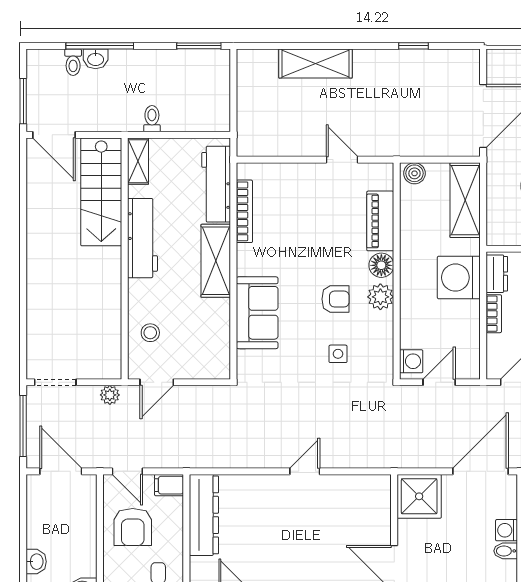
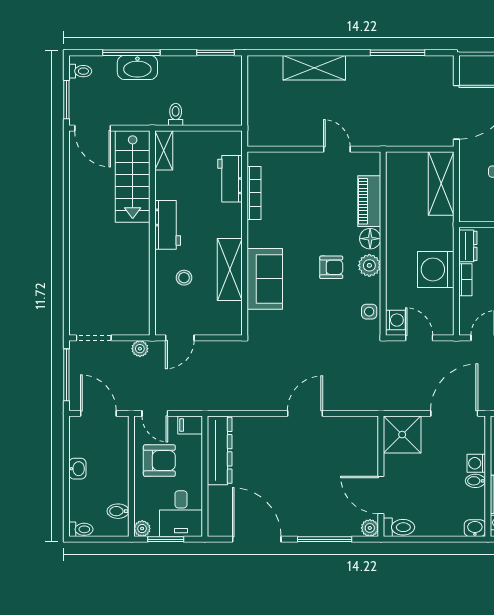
window: (414, 46) -> (397, 53), width x2.17
washbasin: (96, 59) -> (137, 67), width x1.91, depth x1.45
toilet: (73, 62) -> (80, 71), moved, turned -90
boiler: (414, 173) -> (398, 161), removed
workbench: (216, 184) -> (230, 179), width x0.73
workbench: (142, 238) -> (168, 225), width x0.73
shelving: (216, 261) -> (230, 270), moved
washing machine: (459, 278) -> (436, 269), moved
stool: (150, 333) -> (184, 278), moved
side table: (338, 354) -> (369, 312), moved
door: (439, 382) -> (419, 338), hinge flipped
door: (305, 471) -> (305, 413), width x1.38
armchair: (133, 527) -> (159, 461), turned -90
washbasin: (36, 562) -> (77, 469), moved

